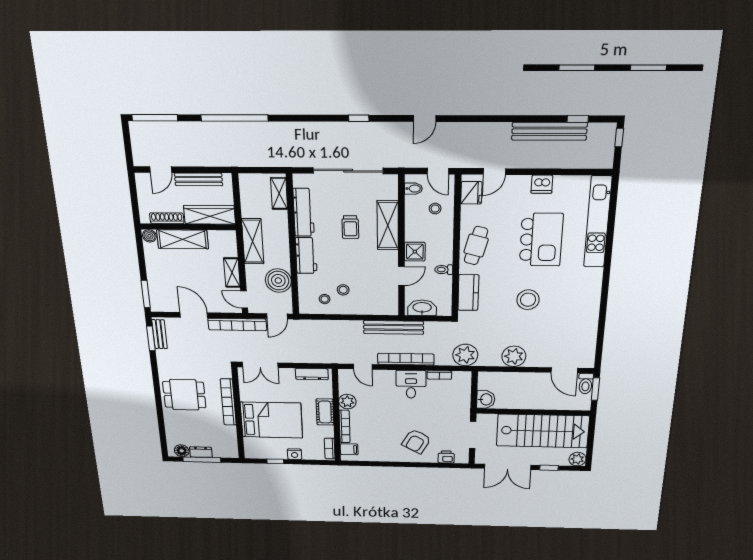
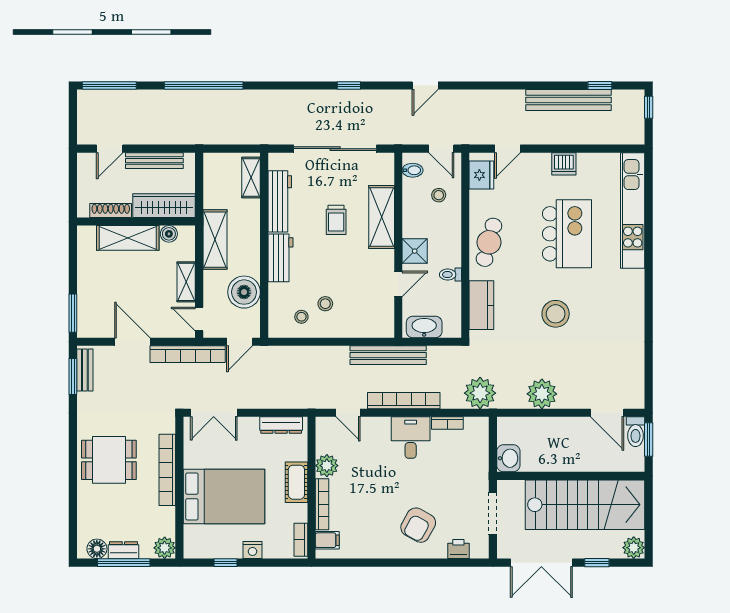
boiler: (149, 236) -> (169, 234), moved
plant: (230, 451) -> (165, 548), added

